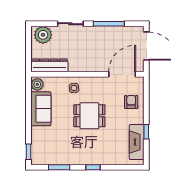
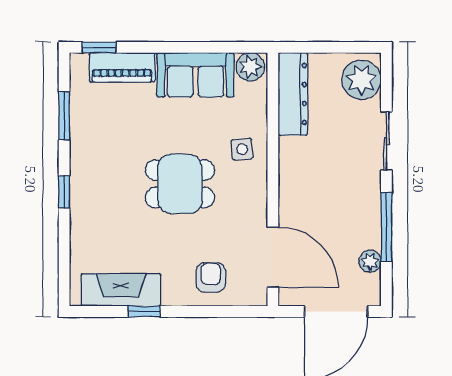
plant: (124, 31) -> (370, 261), added
armchair: (131, 102) -> (211, 277), turned -90
dining table: (89, 116) -> (180, 184), turned 90
piano: (38, 142) -> (122, 67), added

